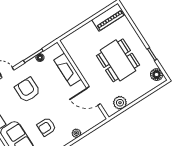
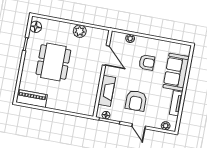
fireplace: (68, 70) -> (107, 91), moved
wall: (83, 80) -> (103, 74), moved
door: (94, 96) -> (106, 55), moved

